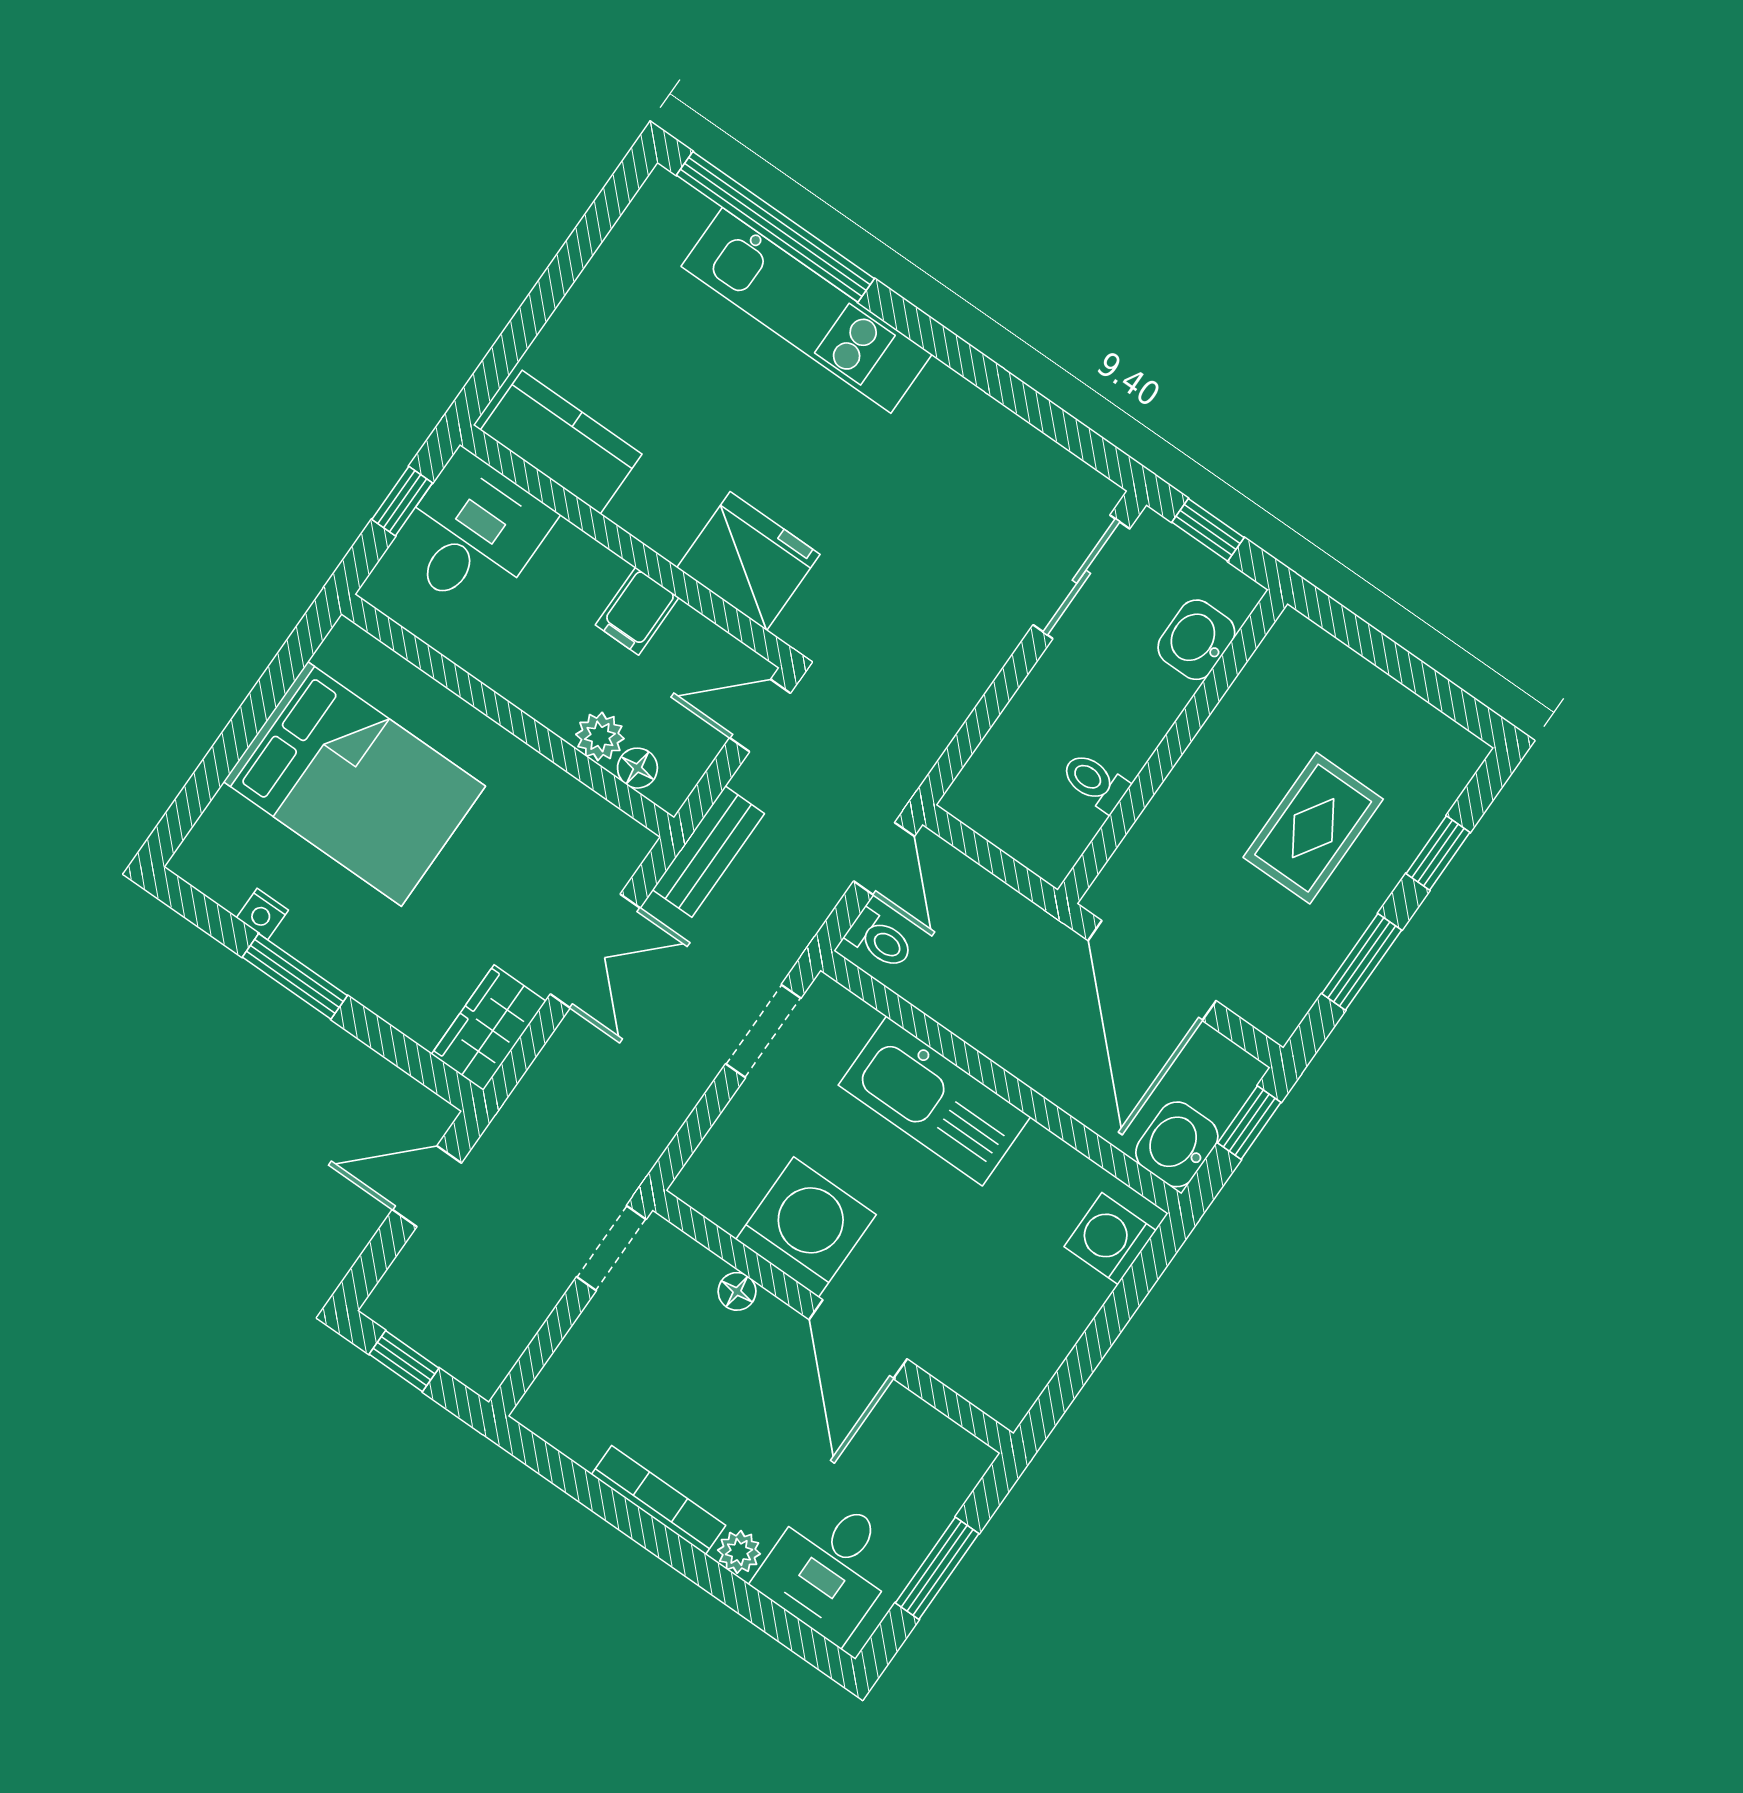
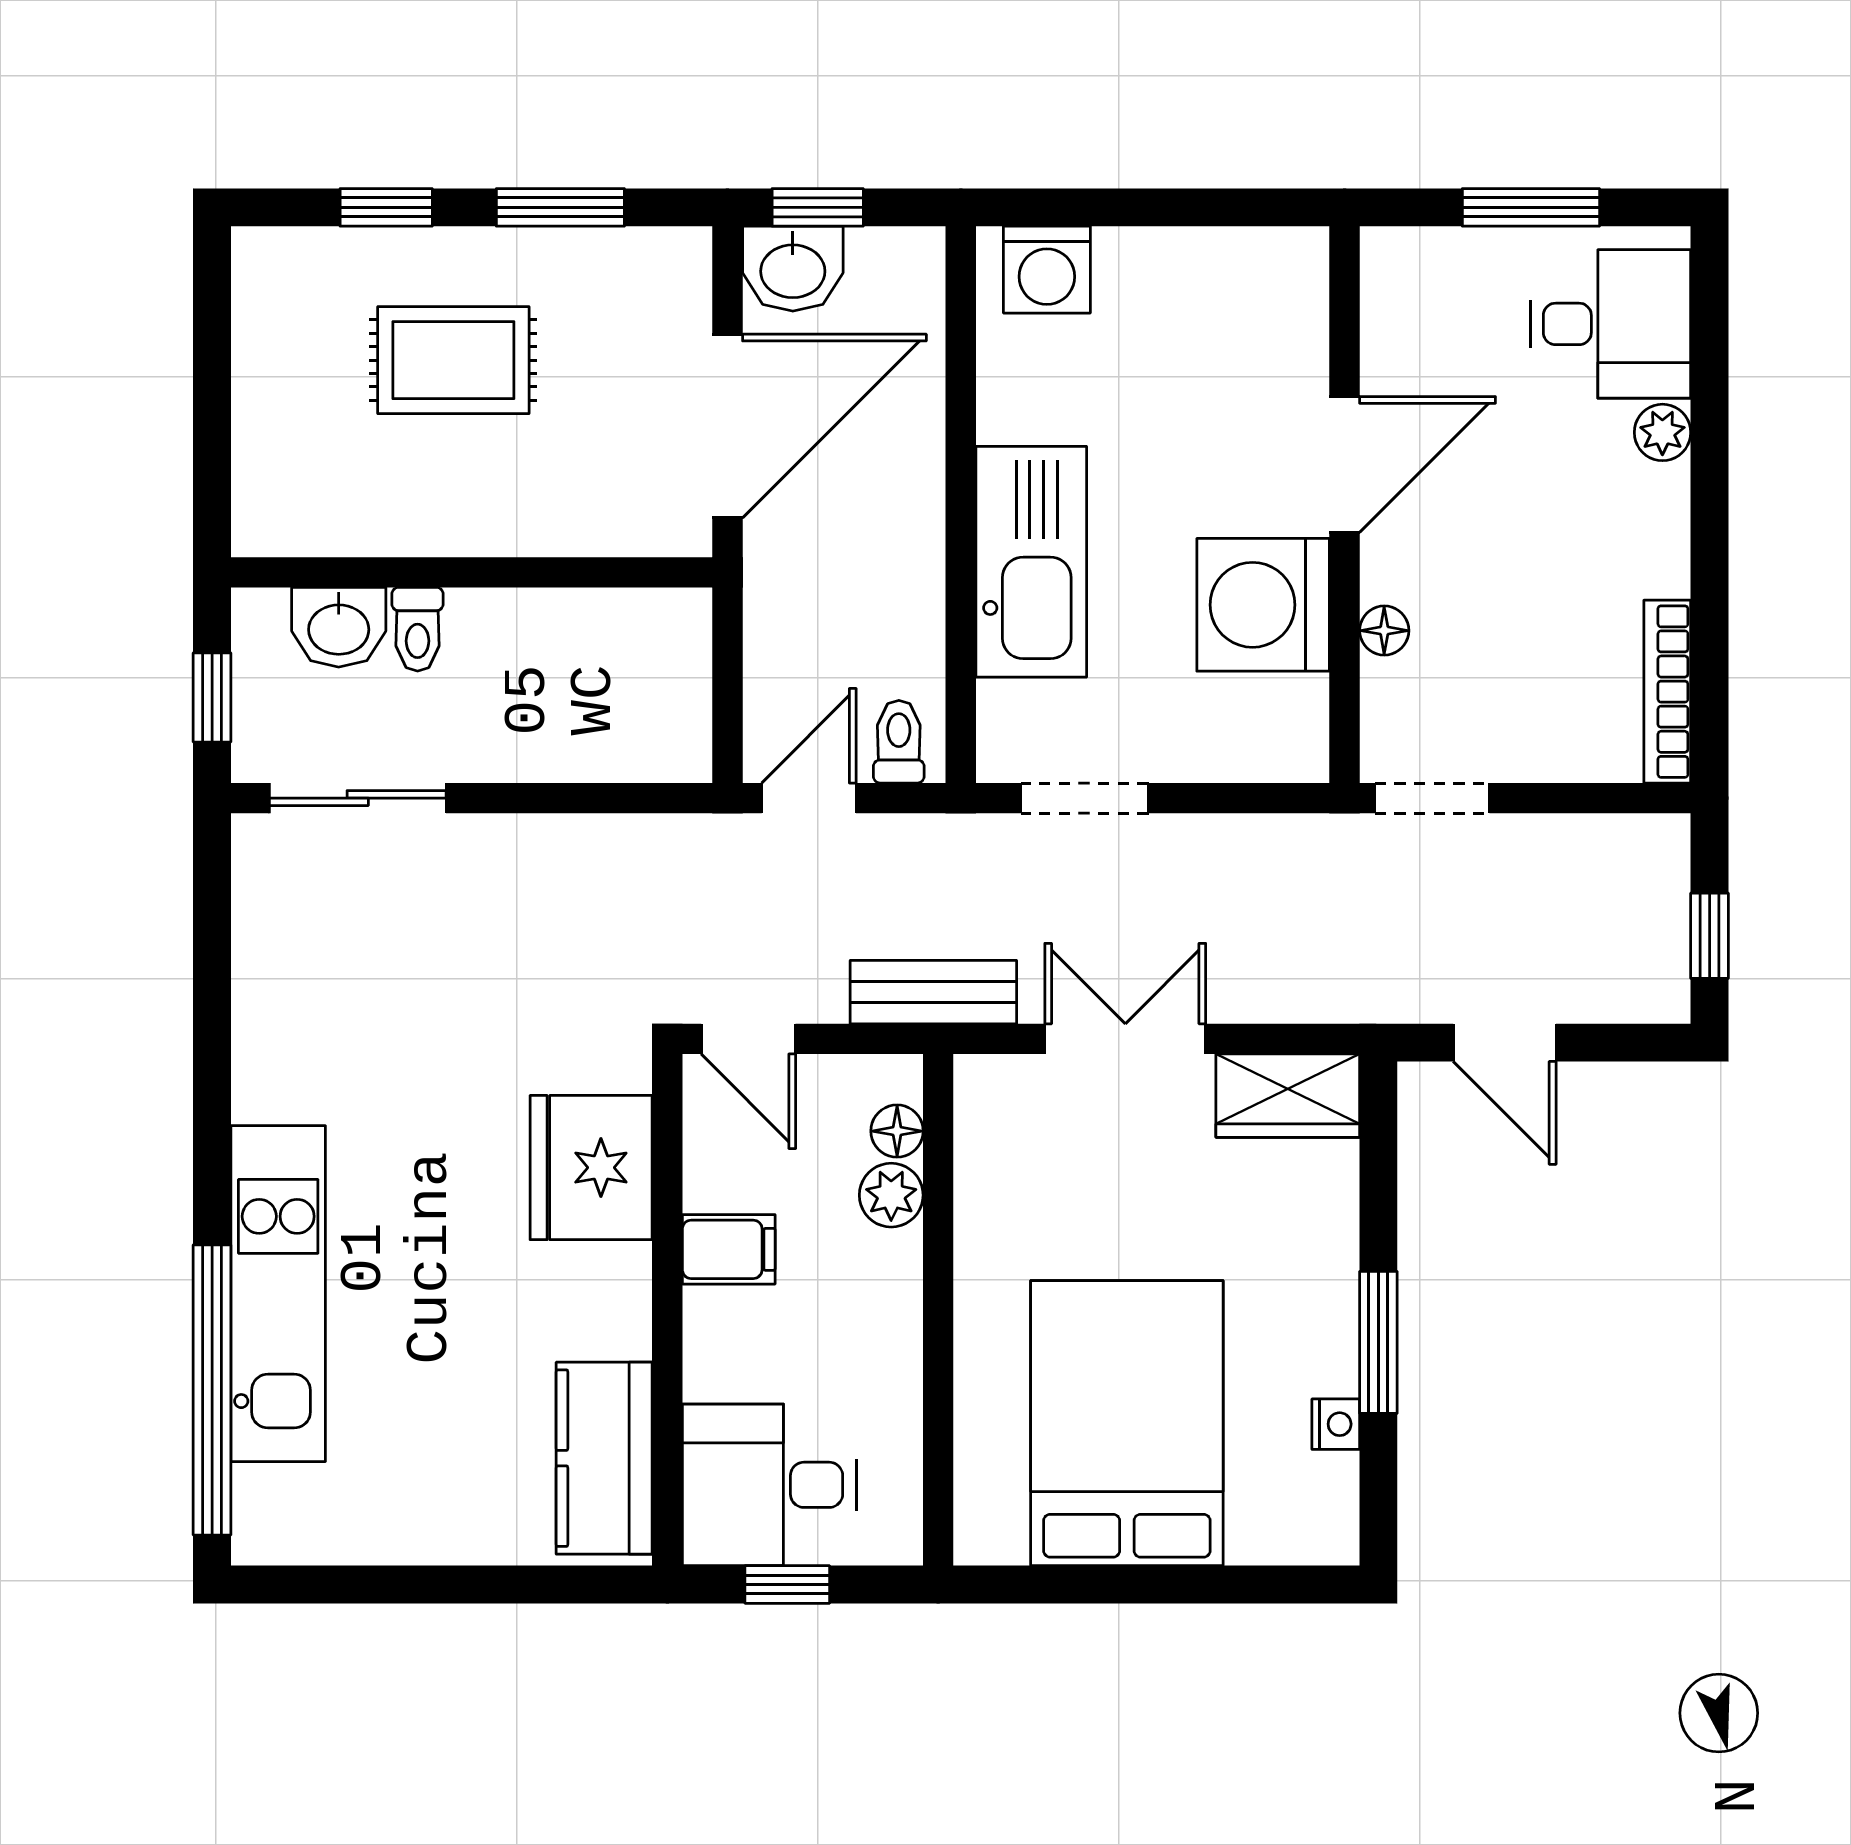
toilet: (1095, 782) -> (418, 629), moved
washbasin: (1177, 1144) -> (793, 269), moved
bookcase: (658, 1500) -> (1667, 692), moved

